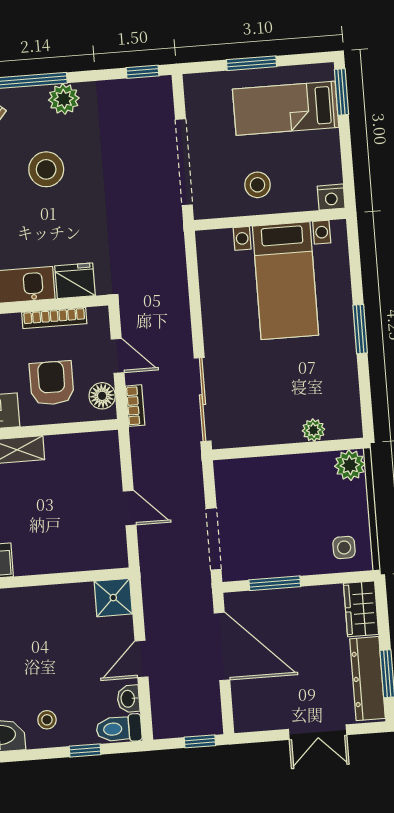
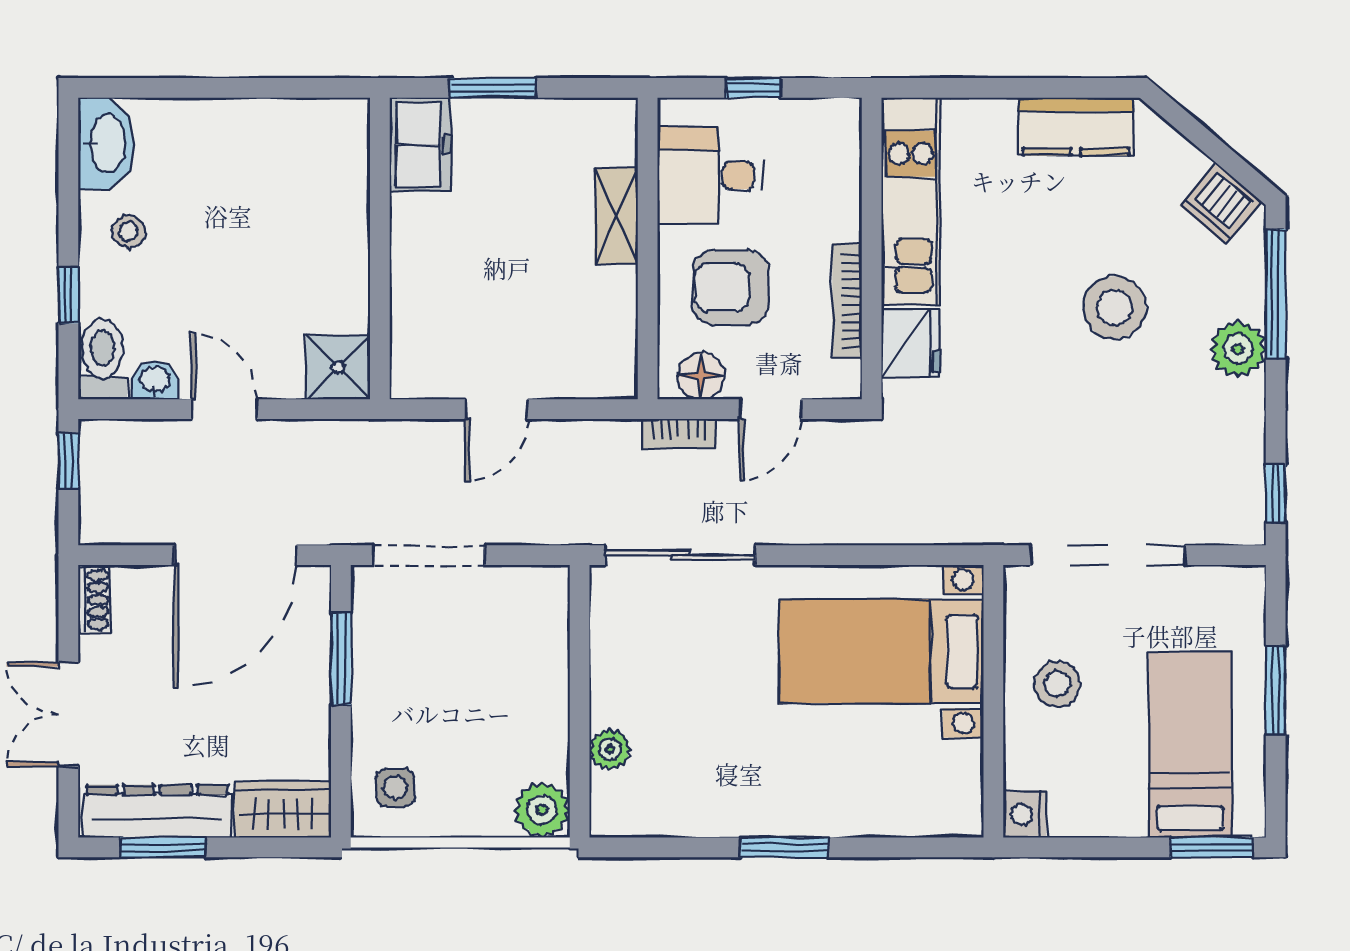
bed with nightstands: (286, 281) -> (881, 651), moved
armchair: (52, 383) -> (731, 287), turned 180
shoe rack: (253, 723) -> (94, 600), added
window: (200, 741) -> (68, 461), moved

